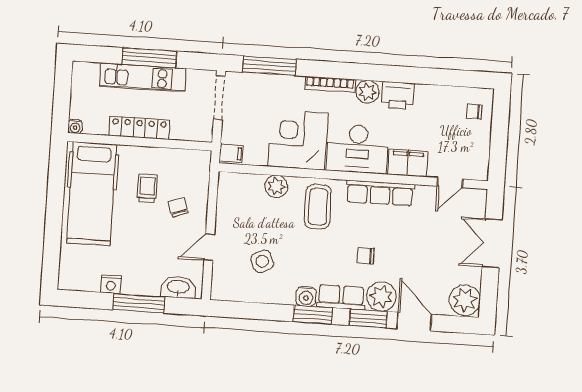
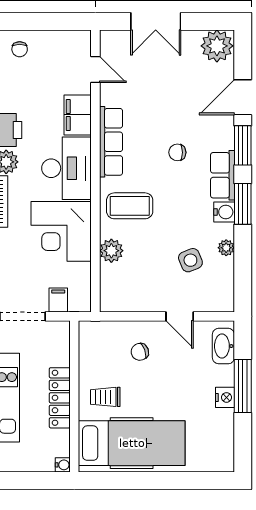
filing cabinet: (231, 153) -> (58, 300), moved
trolley: (147, 188) -> (105, 397), moved
chair: (366, 256) -> (177, 152), turned 90
nightstand: (111, 284) -> (225, 397), moved
plant: (381, 296) -> (226, 248), moved, width x0.53, depth x0.53

